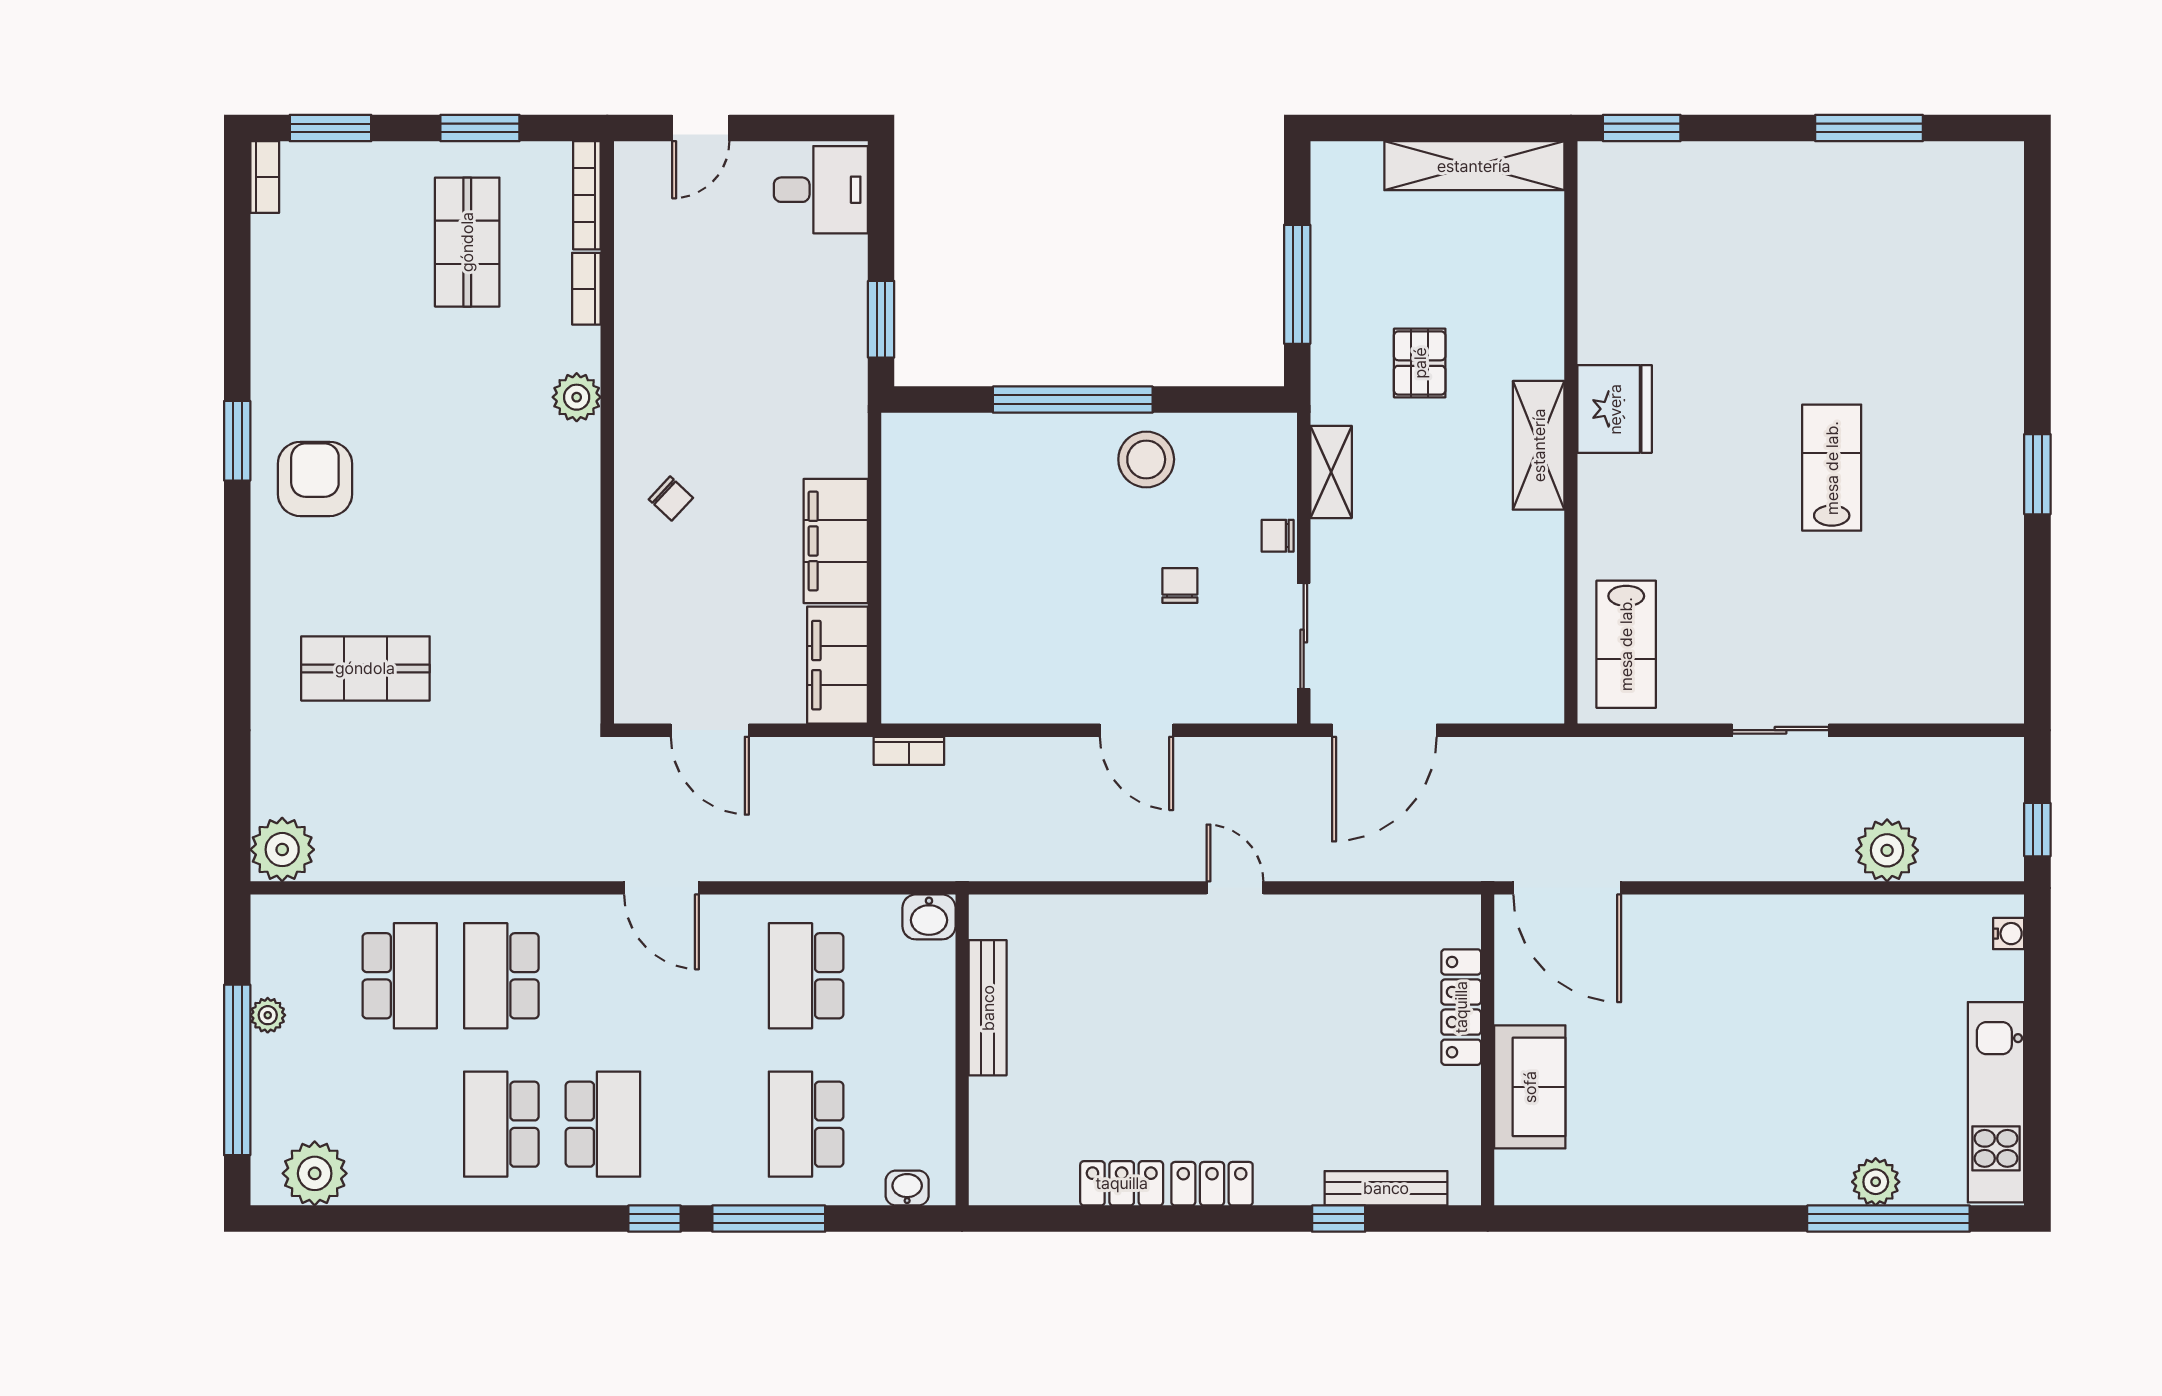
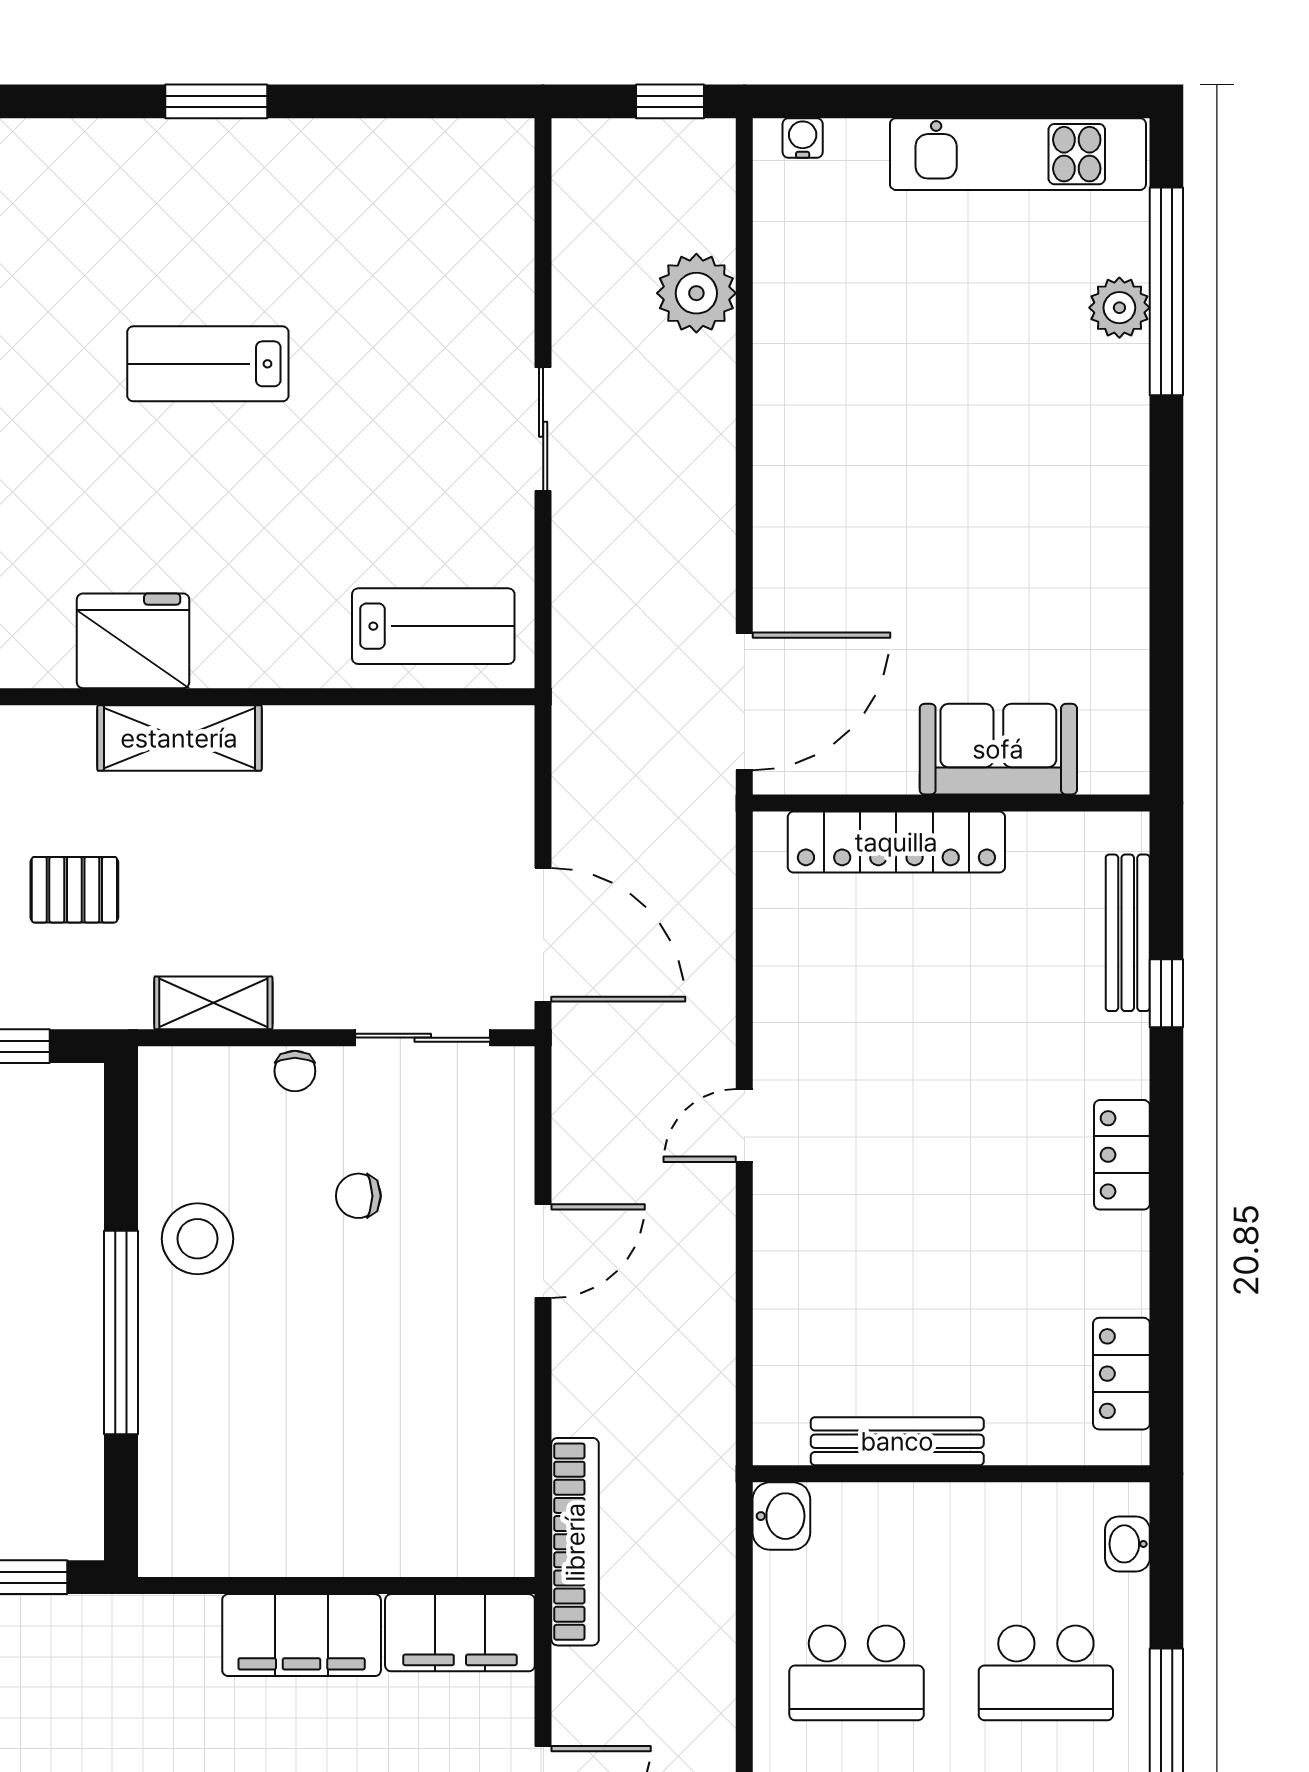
bookcase: (909, 751) -> (575, 1542), width x2.31, depth x1.31
locker: (1461, 1007) -> (896, 842), width x1.41, depth x1.21
locker: (1122, 1183) -> (1121, 1374), moved

